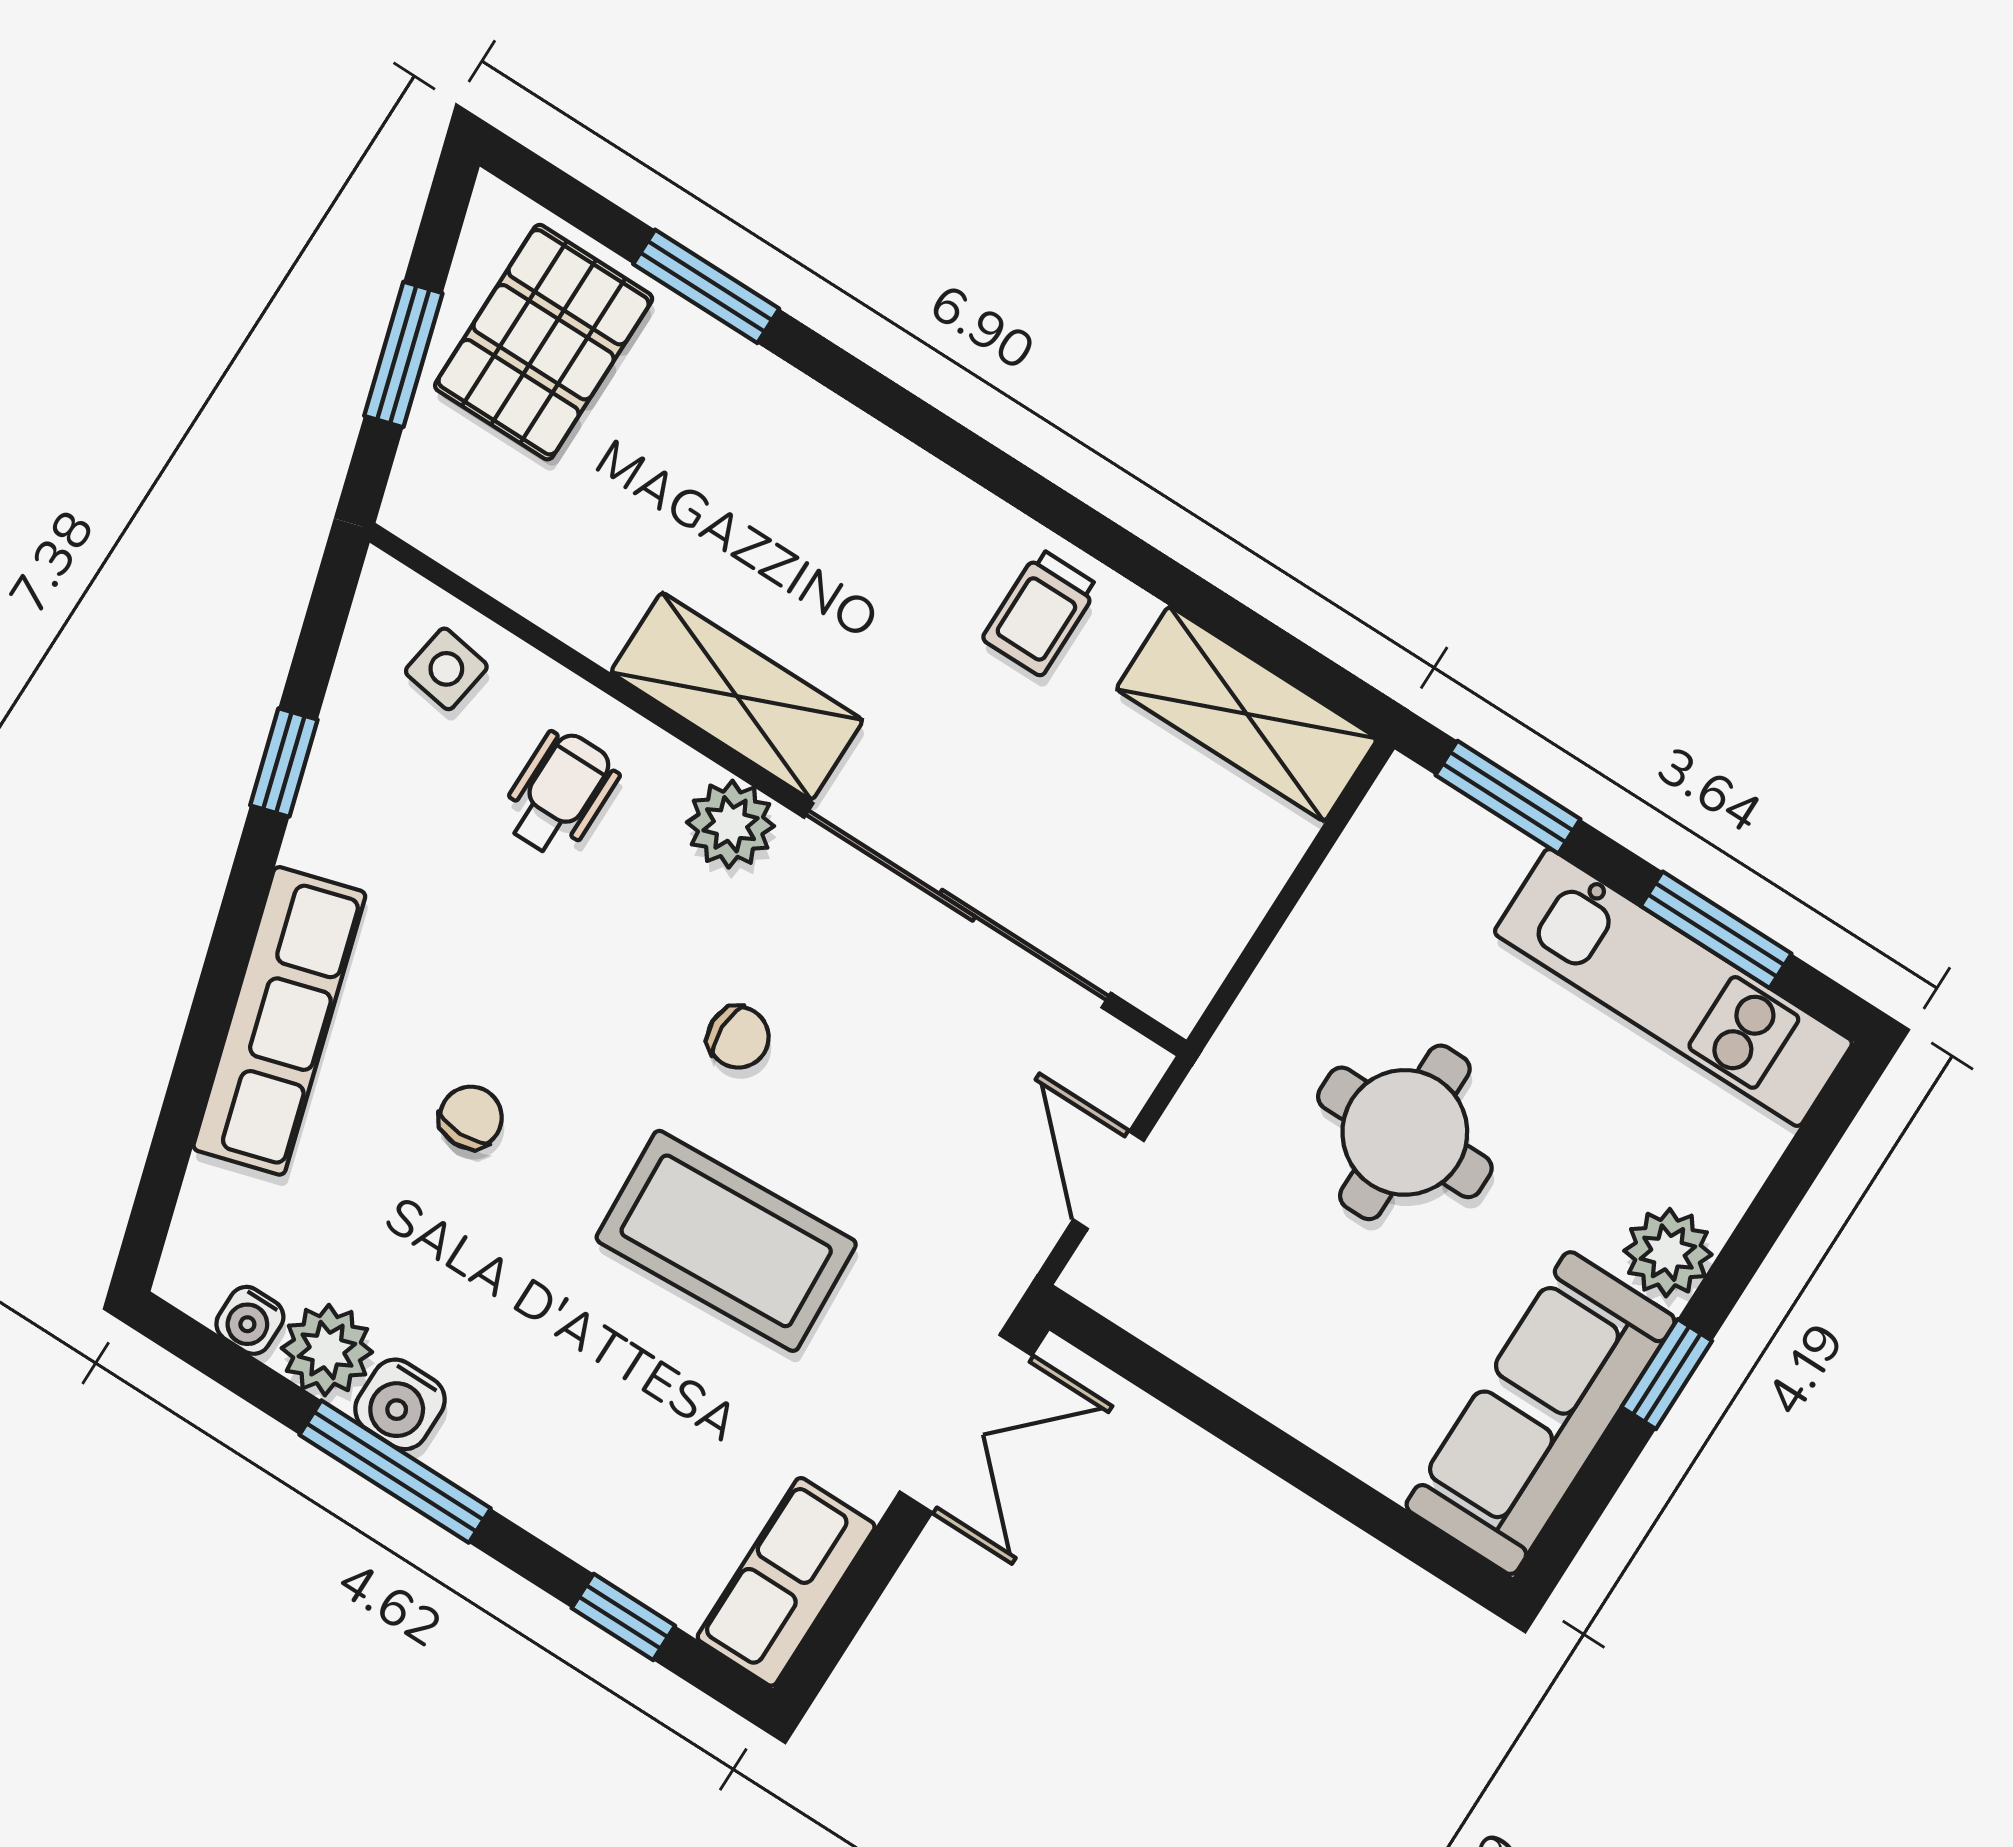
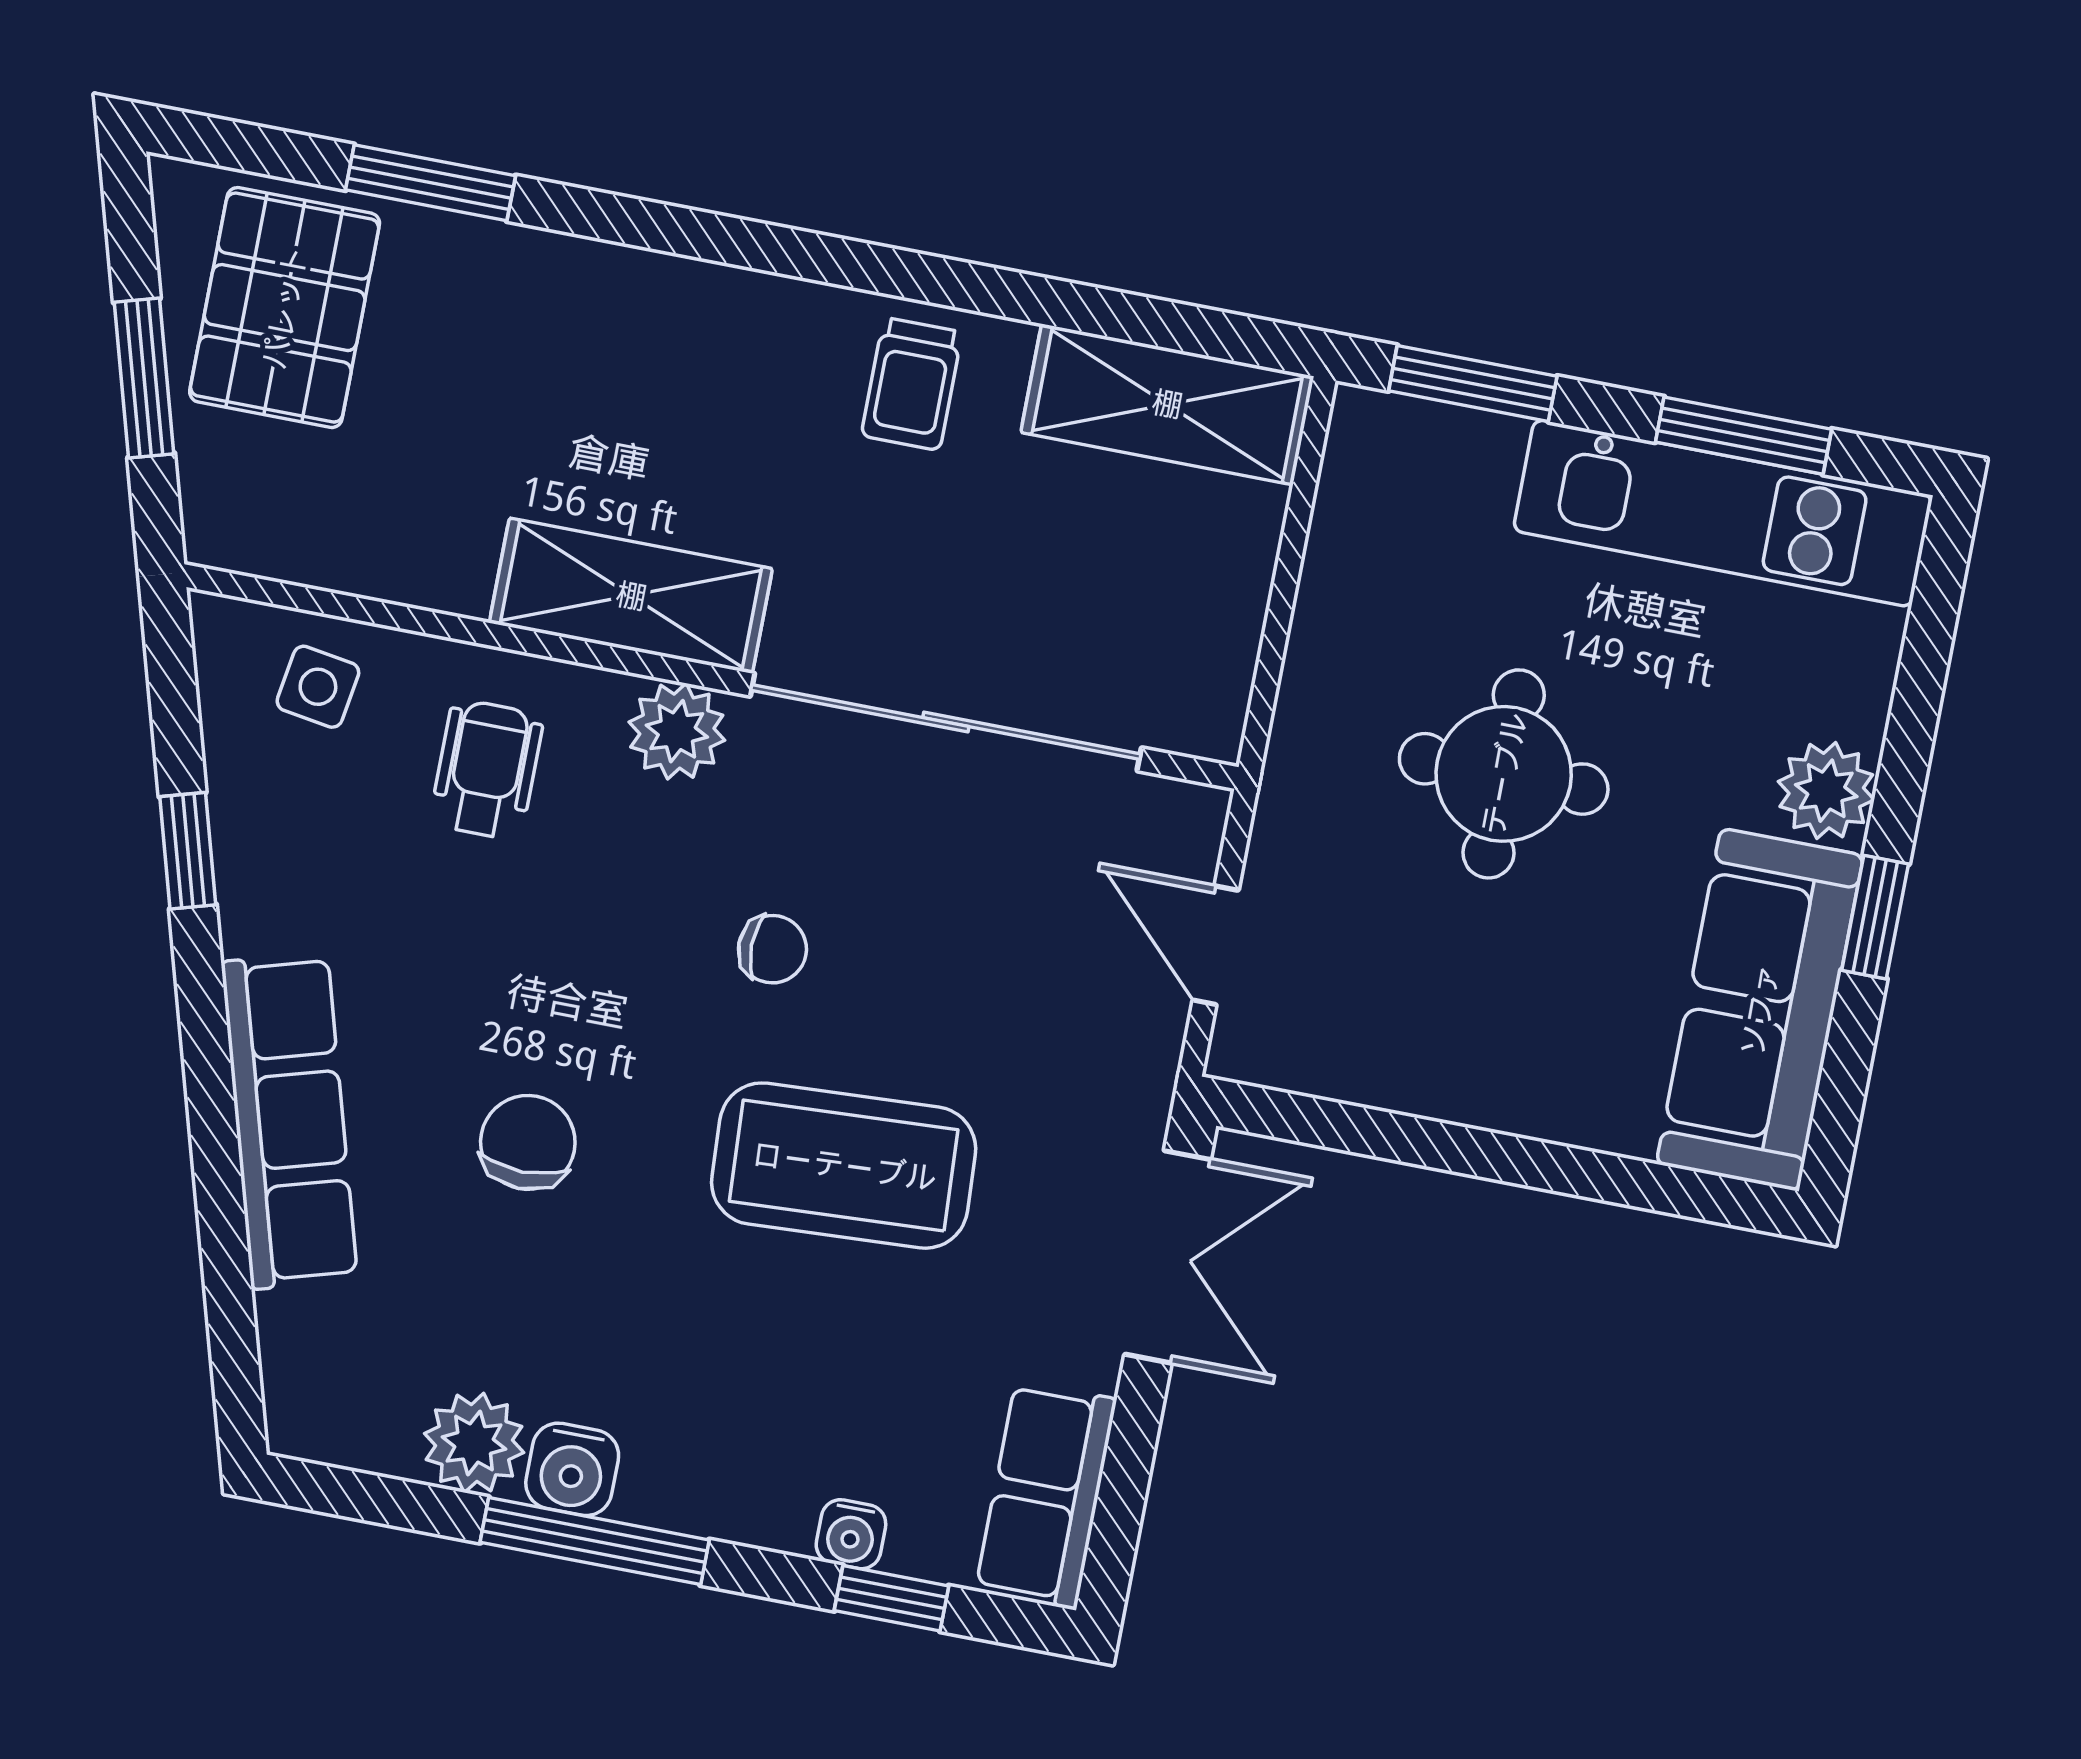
chair: (471, 1117) -> (528, 1142), width x1.37, depth x1.37
water cooler: (250, 1320) -> (851, 1534), moved

